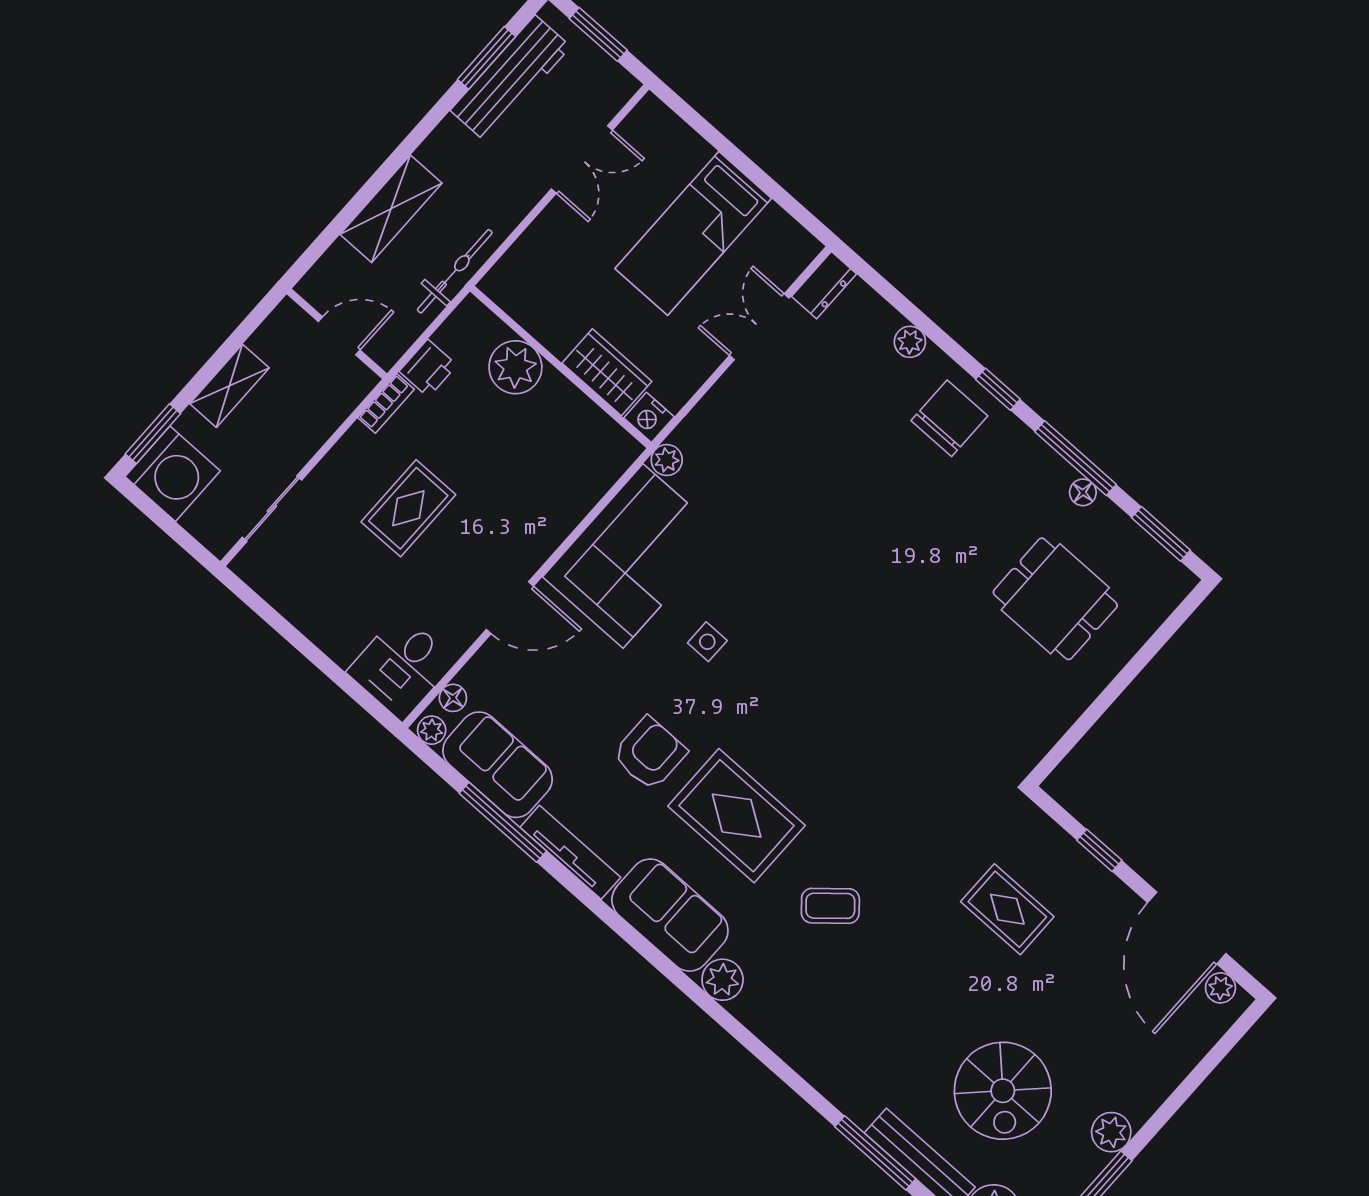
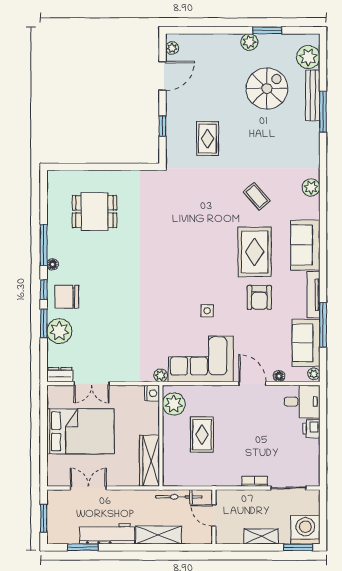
workbench: (510, 79) -> (107, 534), moved
bed: (693, 233) -> (80, 431), width x1.50
bicycle: (455, 271) -> (179, 497), moved
plant: (910, 342) -> (59, 331), width x1.88, depth x1.88
plant: (515, 367) -> (174, 404), moved
printer: (428, 368) -> (311, 429), moved, turned -90
wardrobe: (607, 372) -> (149, 461), moved, width x1.50
bookcase: (386, 403) -> (255, 481), moved
floor lamp: (1083, 492) -> (53, 264), moved
rug: (408, 508) -> (202, 435), moved, turned 90
window: (1161, 534) -> (44, 323), moved
dining table: (1055, 599) -> (95, 212), turned 90
floor lamp: (453, 698) -> (279, 376), moved
armchair: (650, 754) -> (259, 297), turned -90
door: (1187, 928) -> (162, 76), width x0.73
plant: (723, 980) -> (311, 187), moved

